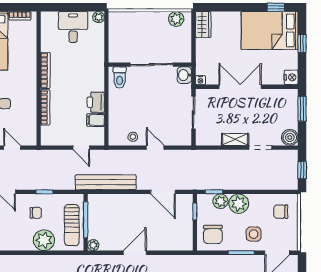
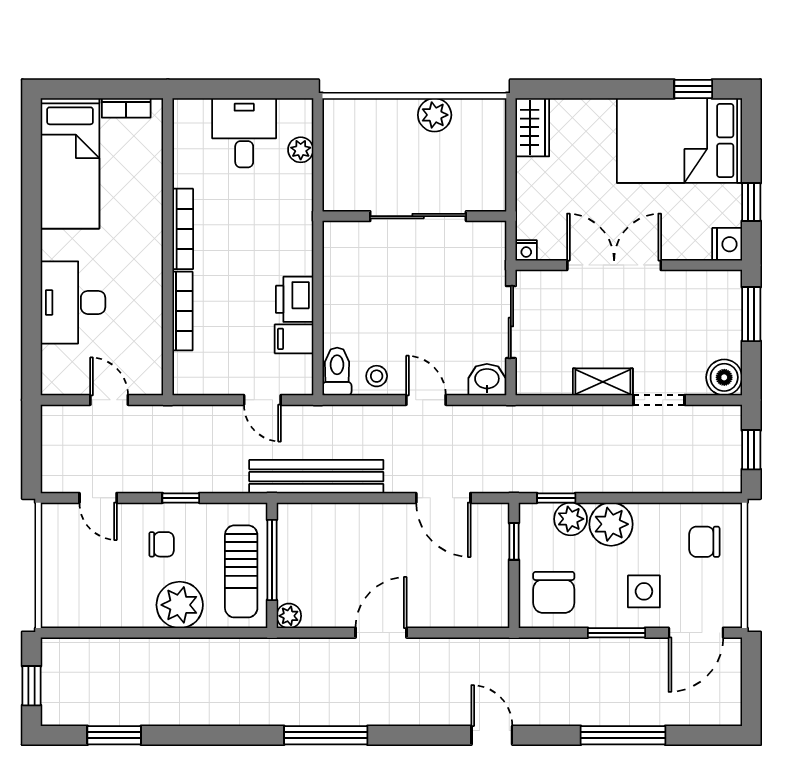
plant: (99, 17) -> (301, 150), moved
plant: (176, 19) -> (435, 115), moved
window: (302, 44) -> (751, 202), moved
washbasin: (184, 75) -> (487, 380), moved, turned 90
toilet: (120, 77) -> (337, 371), moved, turned 180

